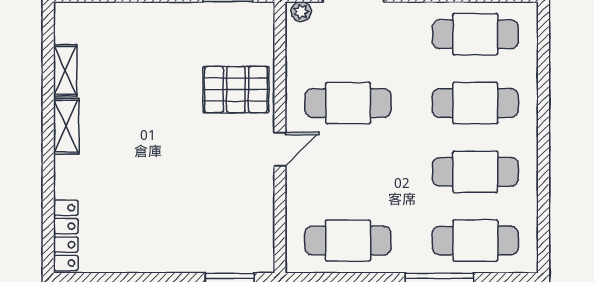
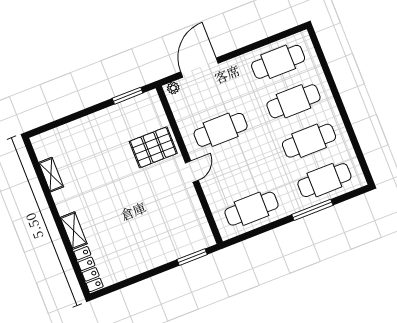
shelving: (66, 126) -> (74, 231), moved

